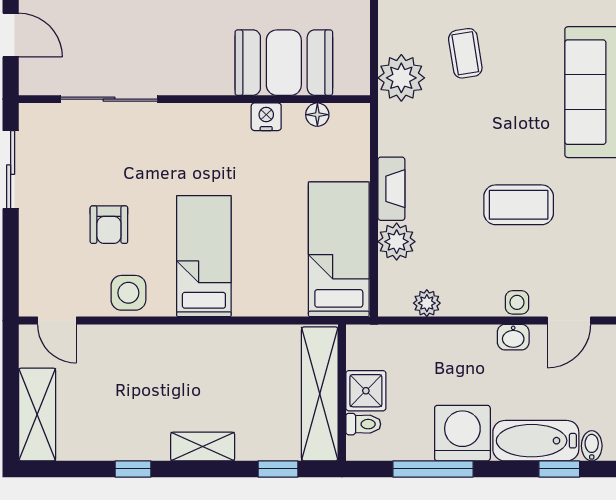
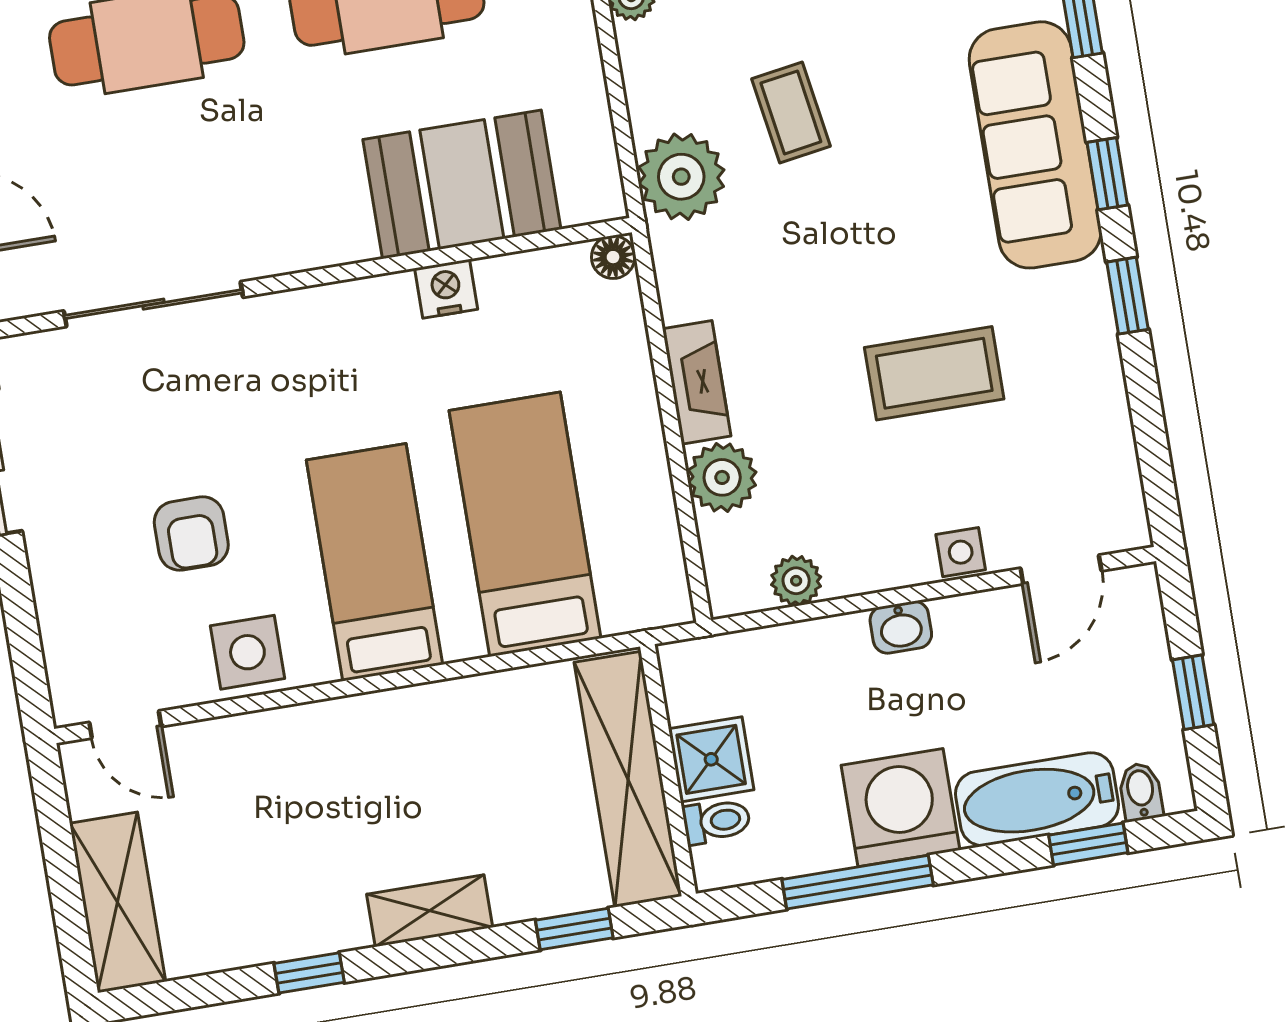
floor lamp: (317, 115) -> (613, 257), moved
bed: (339, 249) -> (525, 524), moved
washbasin: (513, 337) -> (901, 627), moved

